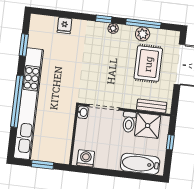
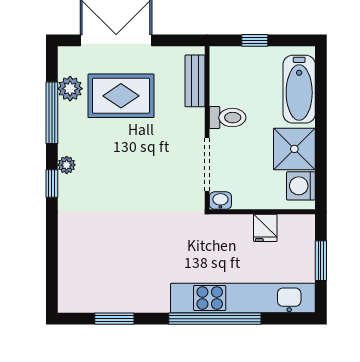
fridge: (64, 25) -> (265, 228), moved, turned 90
plant: (143, 34) -> (70, 89), moved
kitchen unit: (28, 104) -> (243, 298), width x0.73
shower: (148, 126) -> (294, 149), moved

